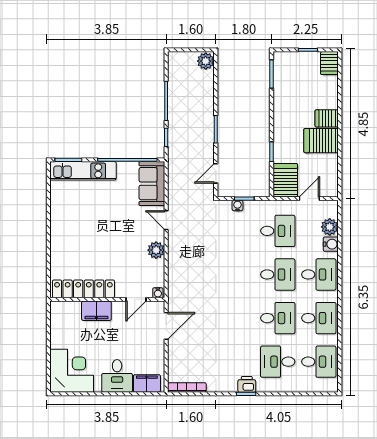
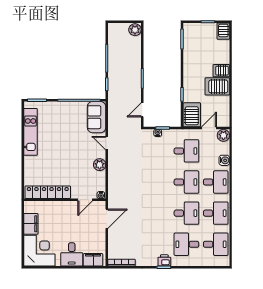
kitchen unit: (83, 171) -> (31, 132), moved, turned -90
plant: (330, 227) -> (223, 135), moved
filing cabinet: (96, 311) -> (31, 224), moved, turned -90

